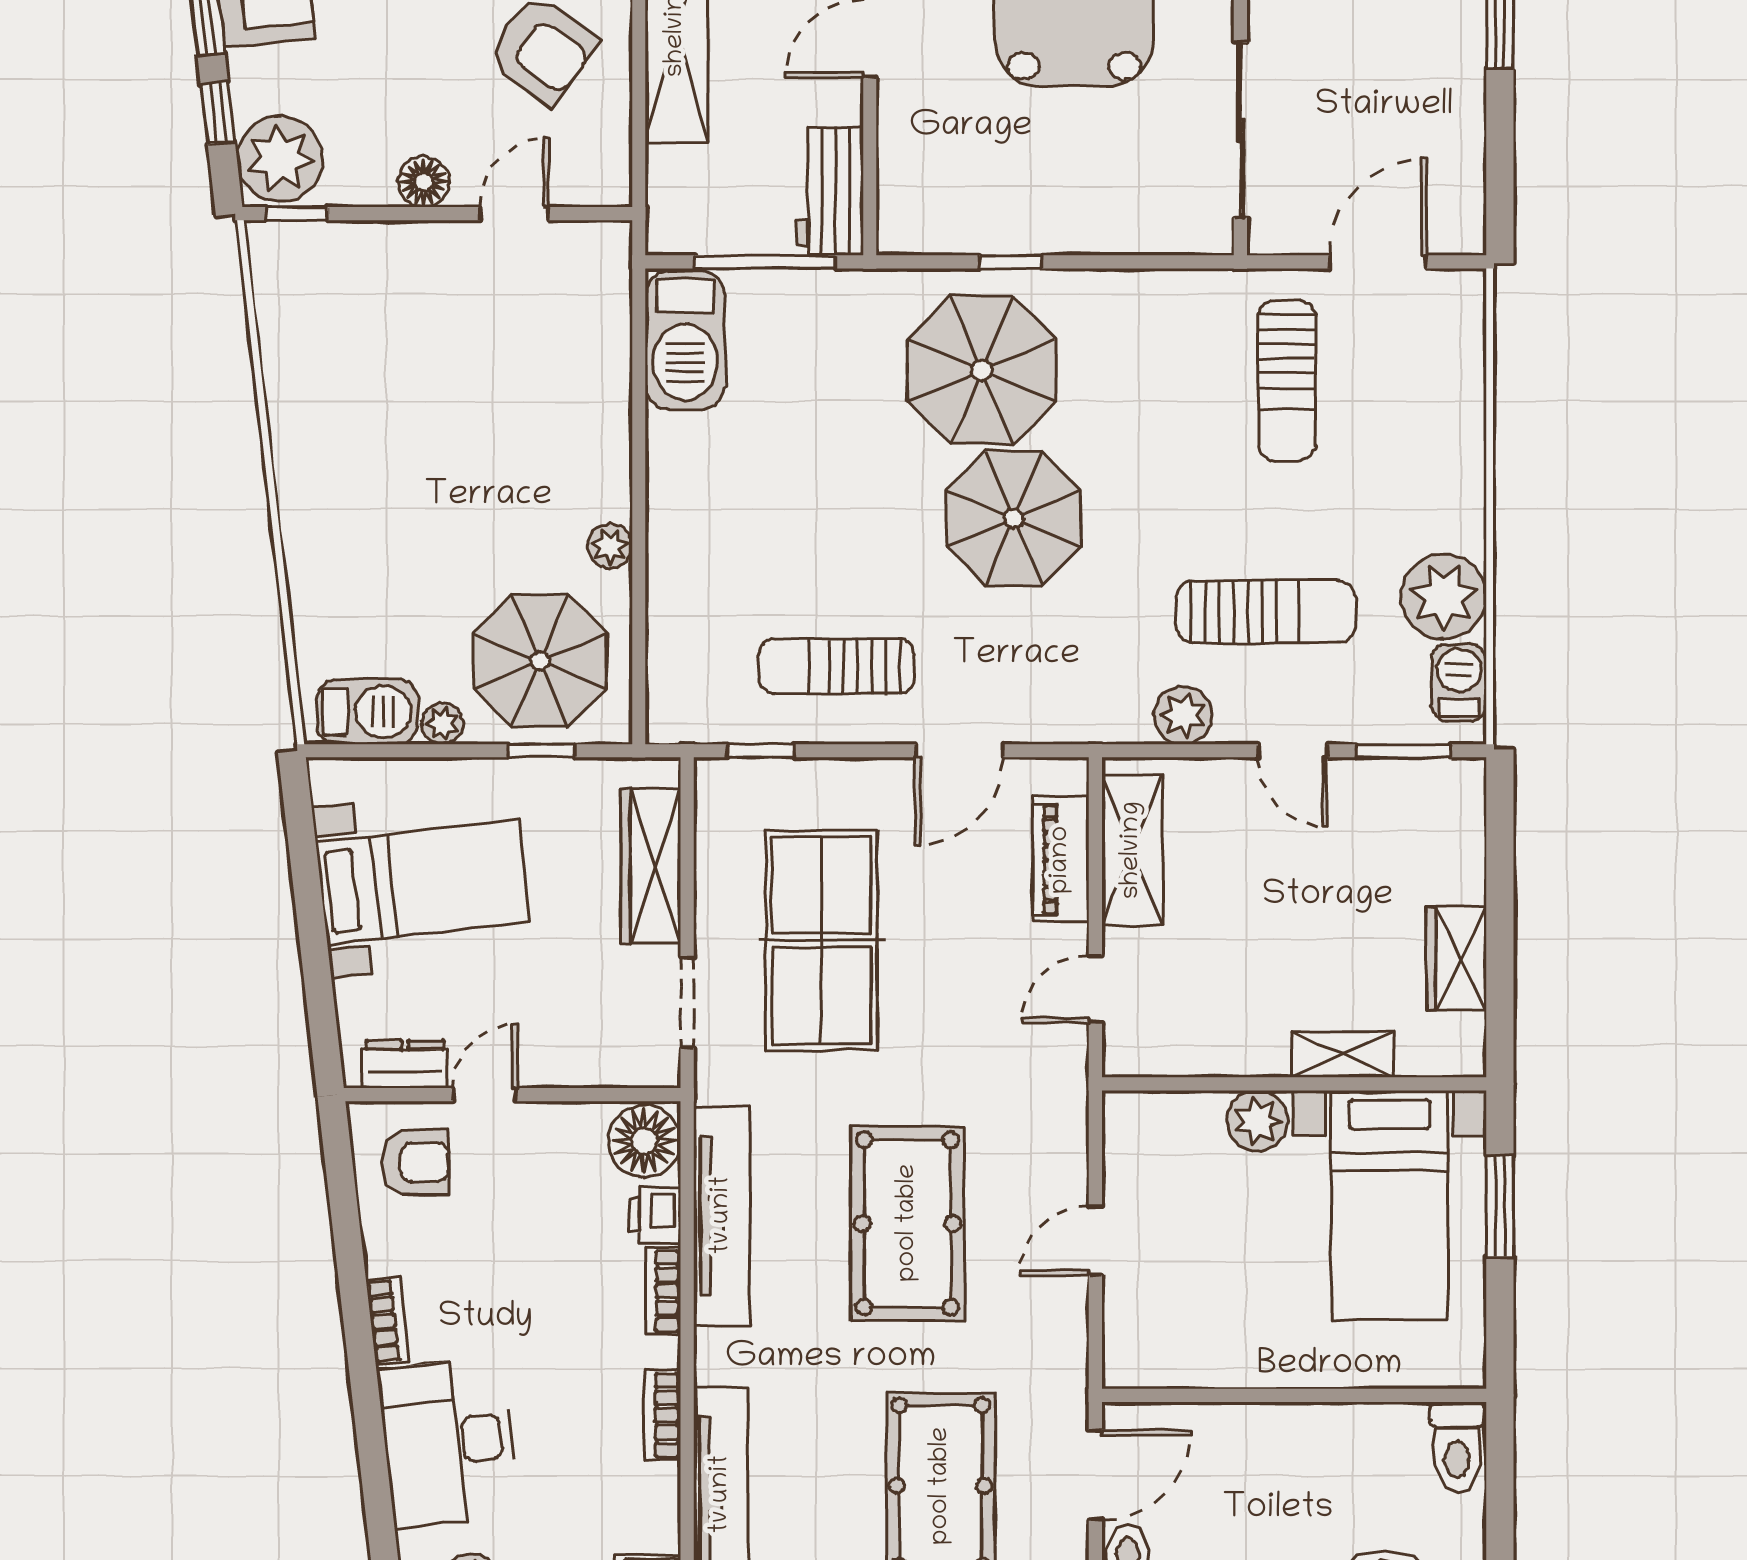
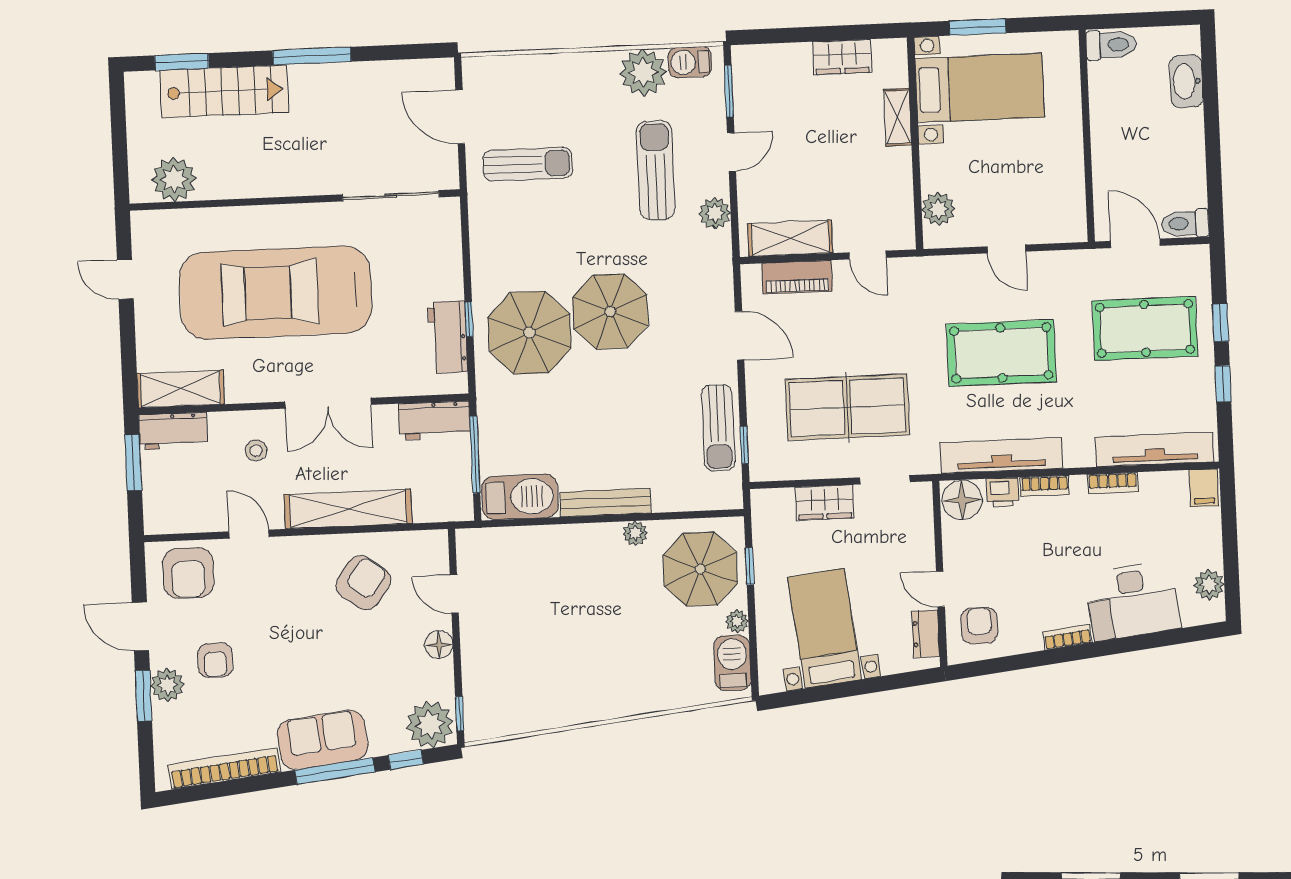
workbench: (980, 222) -> (448, 337), added
bench: (668, 495) -> (605, 502), added
sun lounger: (837, 666) -> (718, 428), moved
wardrobe: (651, 866) -> (825, 502), width x0.67
plant: (1257, 1121) -> (938, 209), moved

